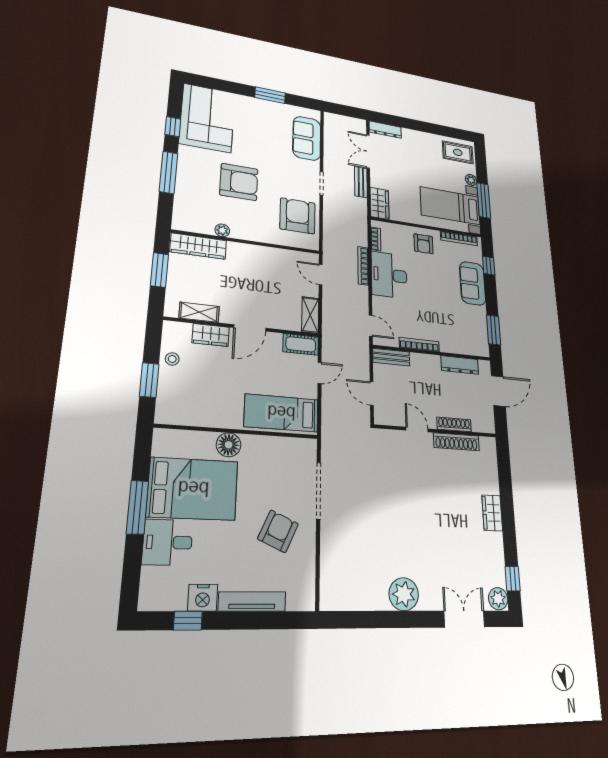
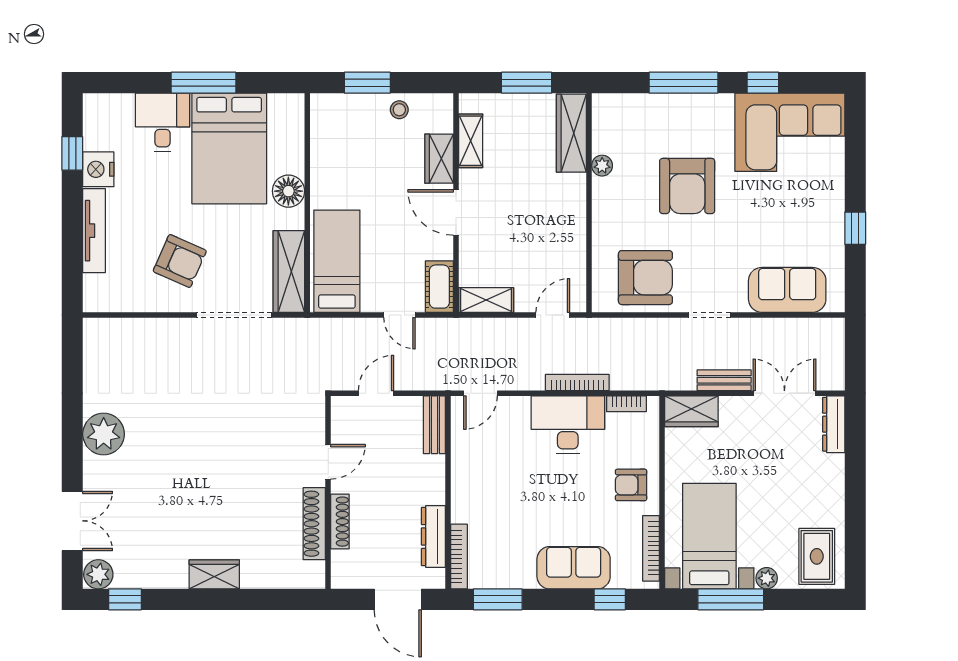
window: (270, 95) -> (855, 228), width x0.67
bookcase: (419, 345) -> (459, 557), moved
wardrobe: (288, 448) -> (289, 271), added

